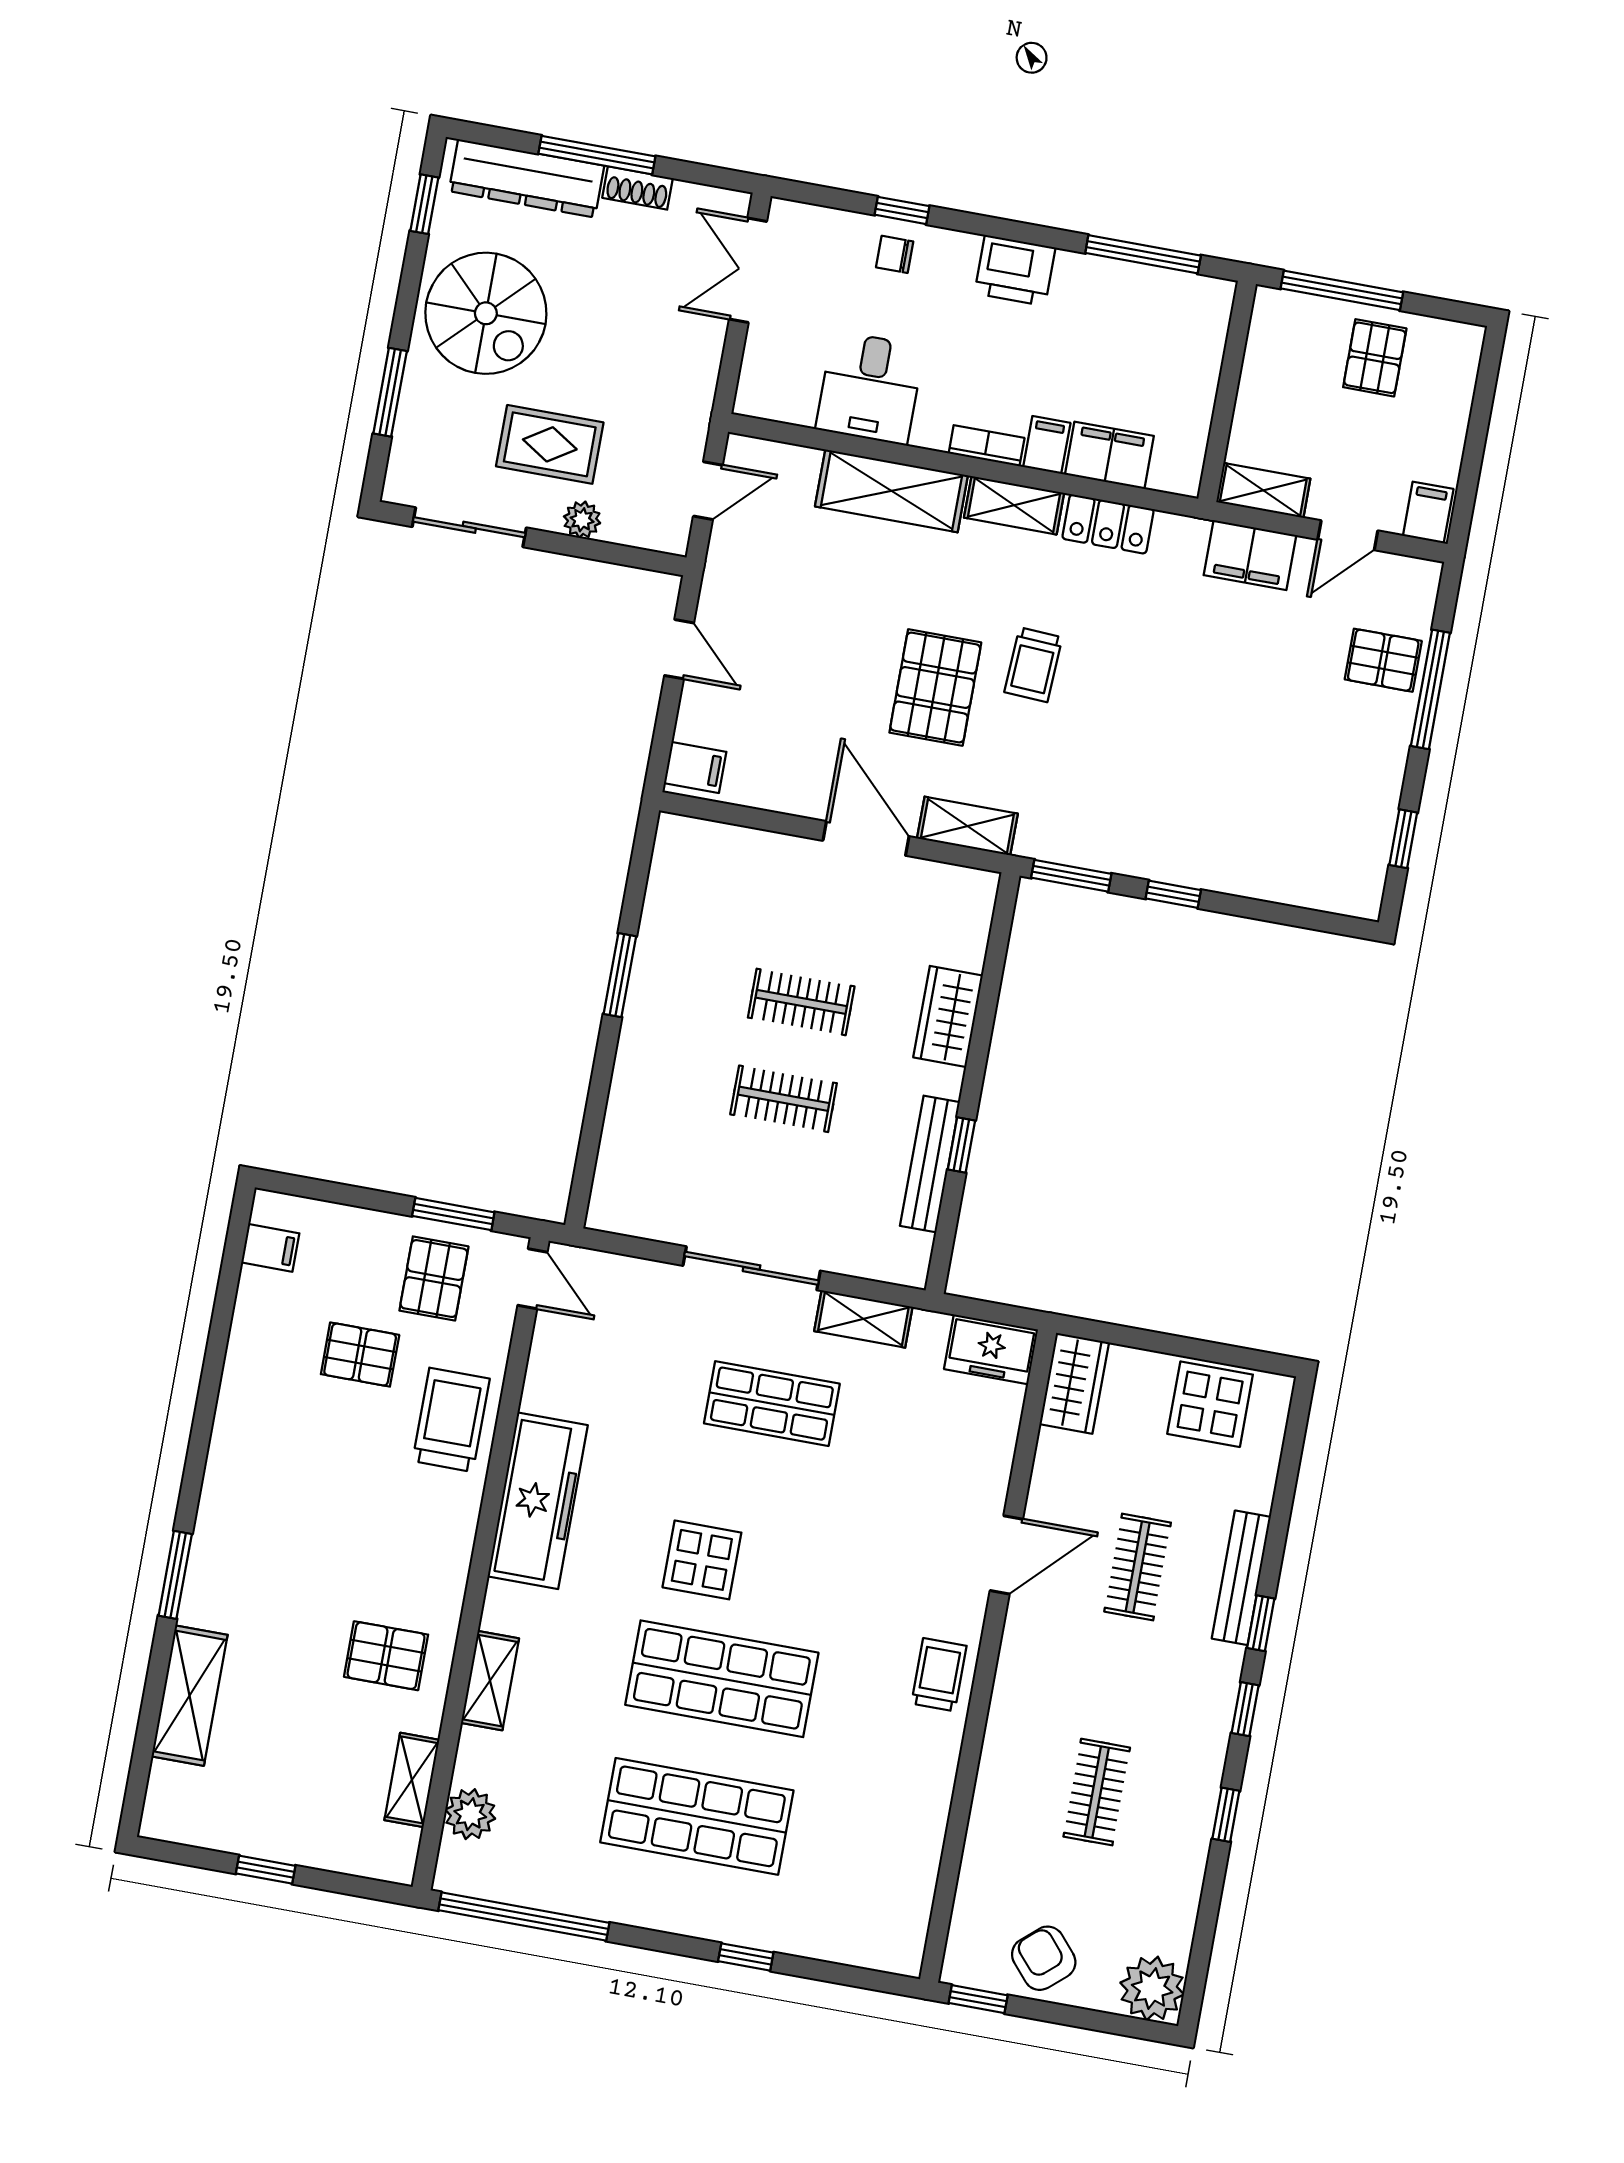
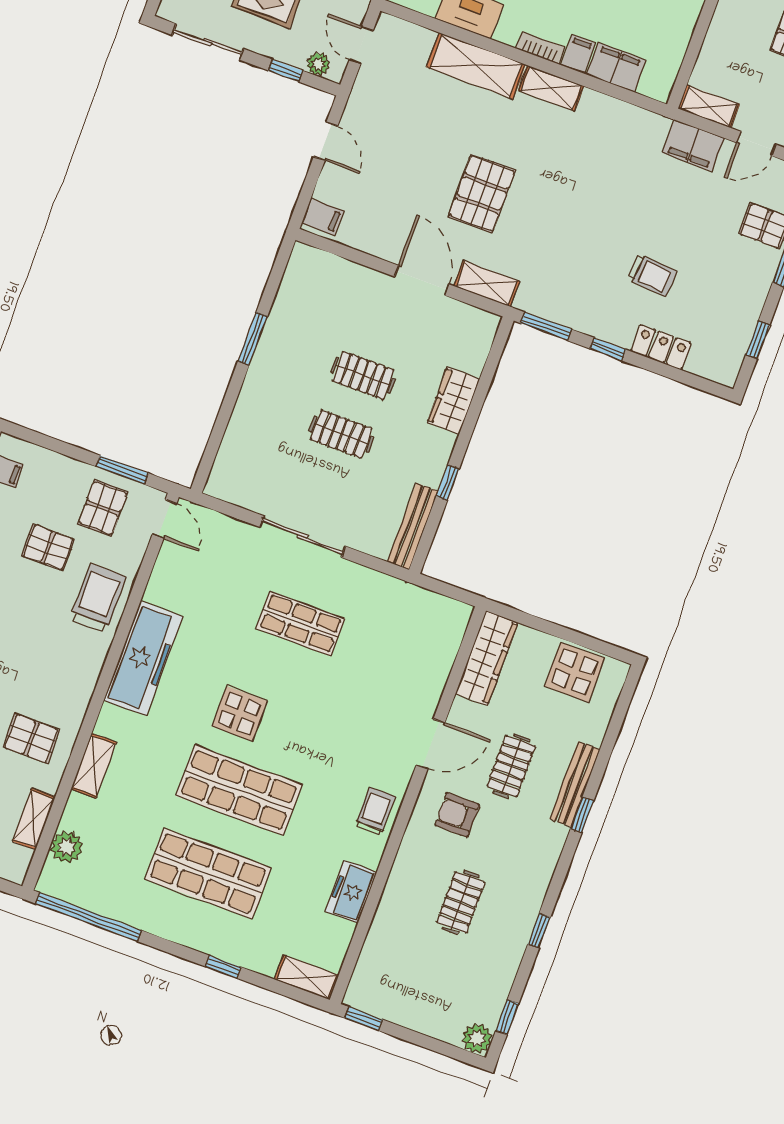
door: (708, 491) -> (361, 45), swing flipped
plant: (582, 520) -> (318, 64), moved
locker: (1108, 524) -> (661, 347), moved, turned 180
window: (598, 551) -> (286, 71), added
trolley: (1033, 665) -> (652, 275), moved, turned -88
bench: (930, 1164) -> (413, 526), moved
shelving: (863, 1319) -> (307, 977), moved
freezer: (991, 1349) -> (351, 892), moved, turned 90
wardrobe: (1074, 1383) -> (487, 658), width x1.50
window: (1245, 1709) -> (507, 1017), moved
armchair: (1044, 1958) -> (457, 815), moved, turned -49
plant: (1152, 1989) -> (477, 1038), width x0.73, depth x0.73

